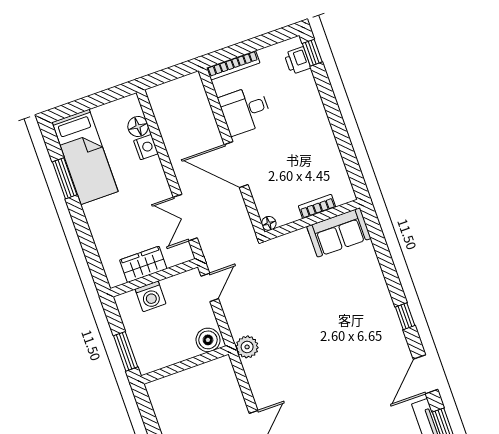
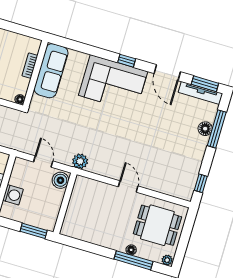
sofa: (339, 232) -> (51, 71), width x1.36
door: (210, 287) -> (43, 161), moved
corner sofa: (367, 320) -> (113, 83), added

